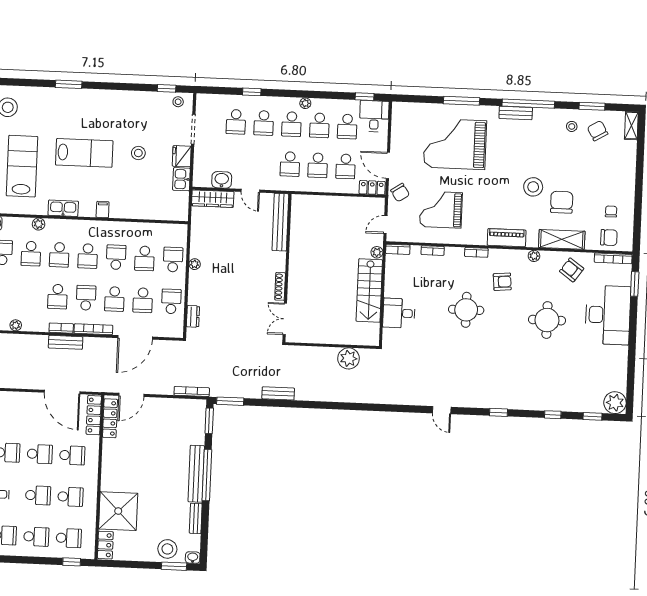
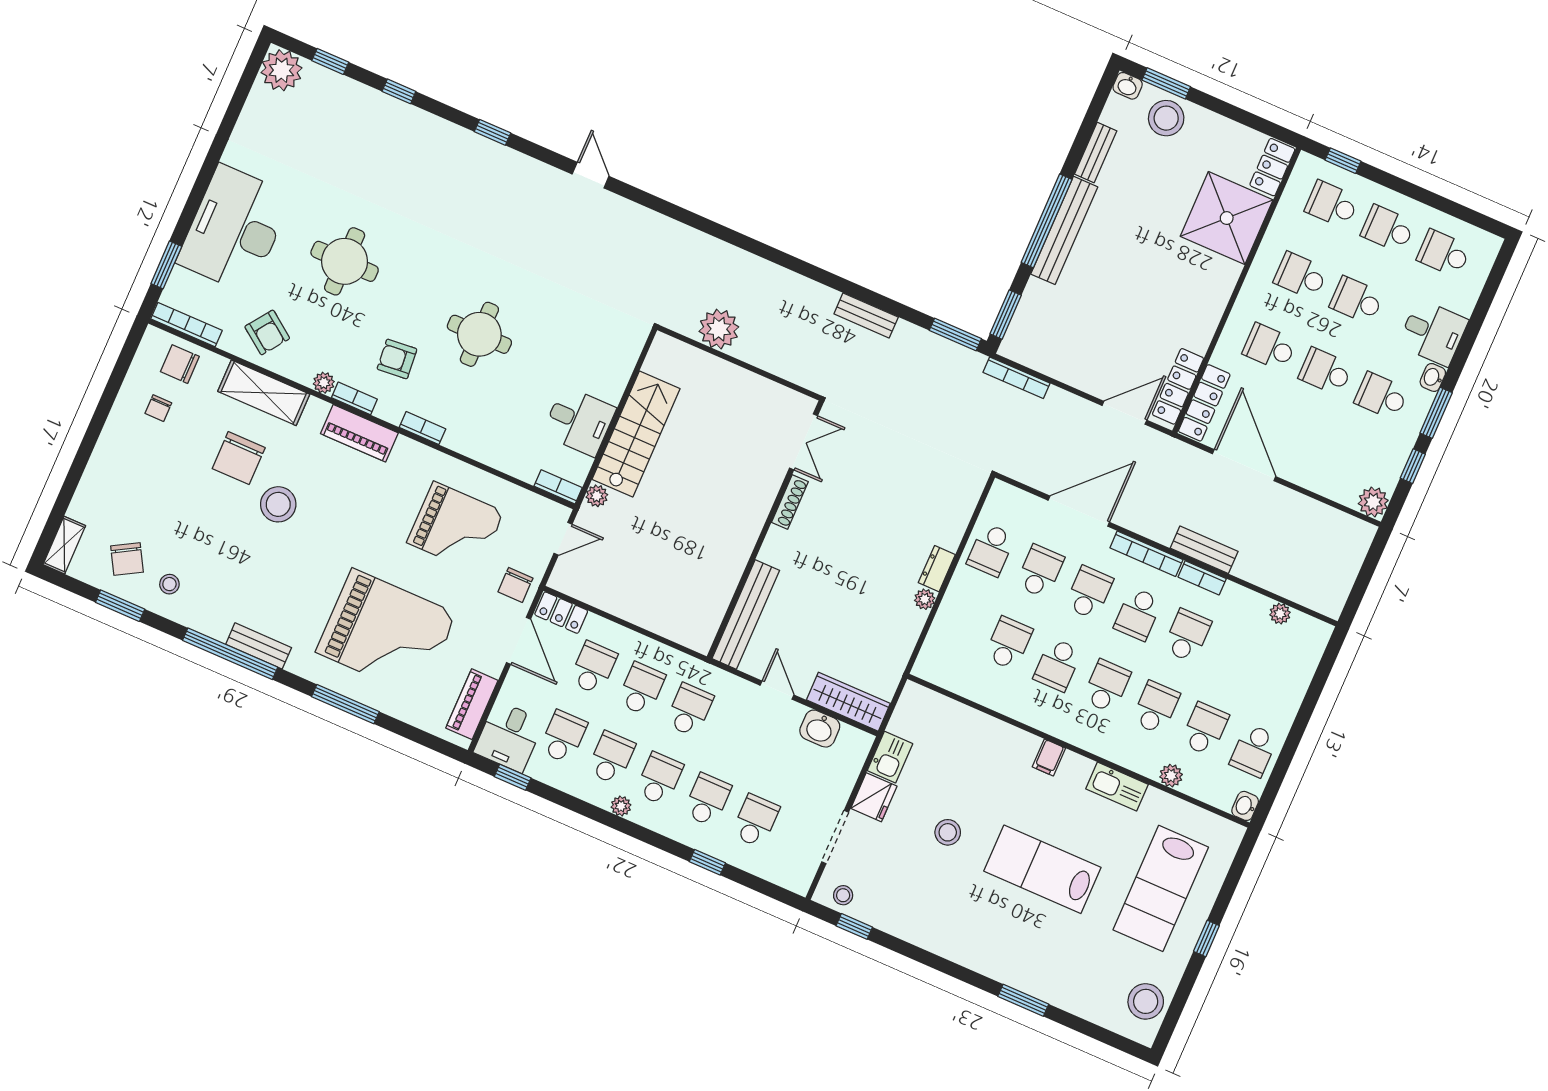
piano: (399, 125) -> (472, 704), added
chair: (400, 193) -> (515, 585), turned -147
bookcase: (433, 251) -> (354, 398), moved
school desk: (173, 260) -> (959, 622), removed
desk: (399, 313) -> (579, 421), moved
dresser: (193, 316) -> (937, 569), moved

